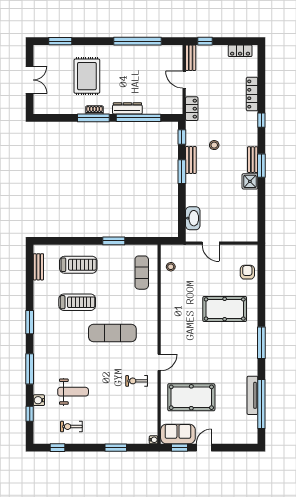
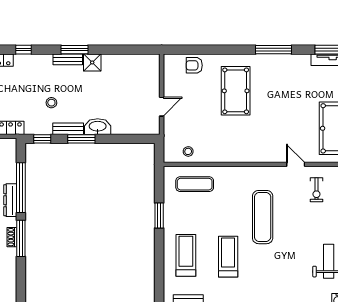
washbasin: (193, 218) -> (98, 127), moved

